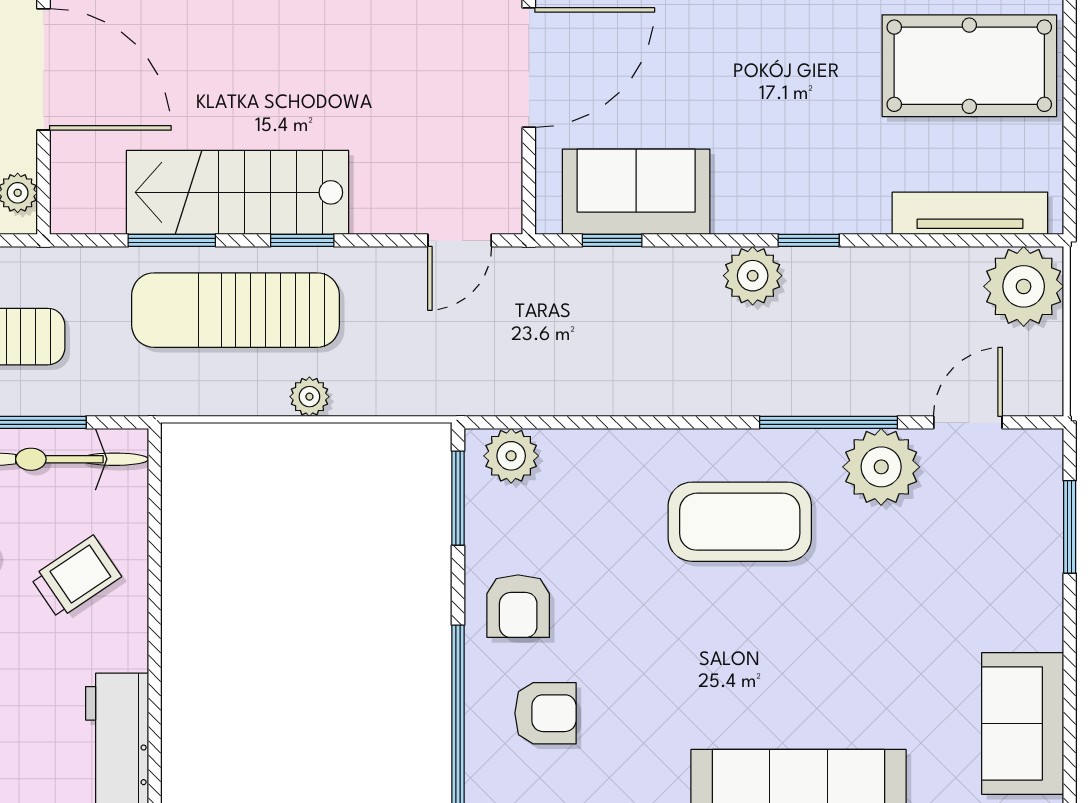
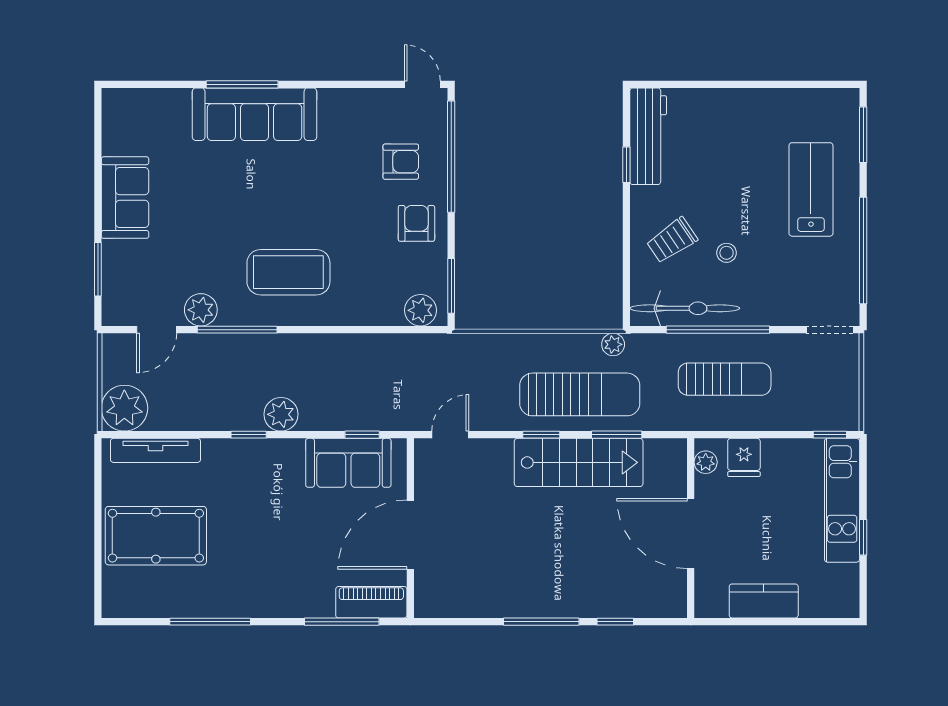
plant: (309, 397) -> (613, 344), moved
plant: (881, 467) -> (201, 310), width x0.73, depth x0.73
window: (155, 708) -> (626, 165), added
armchair: (545, 713) -> (401, 162), turned 180
sofa: (1023, 723) -> (125, 198), moved

